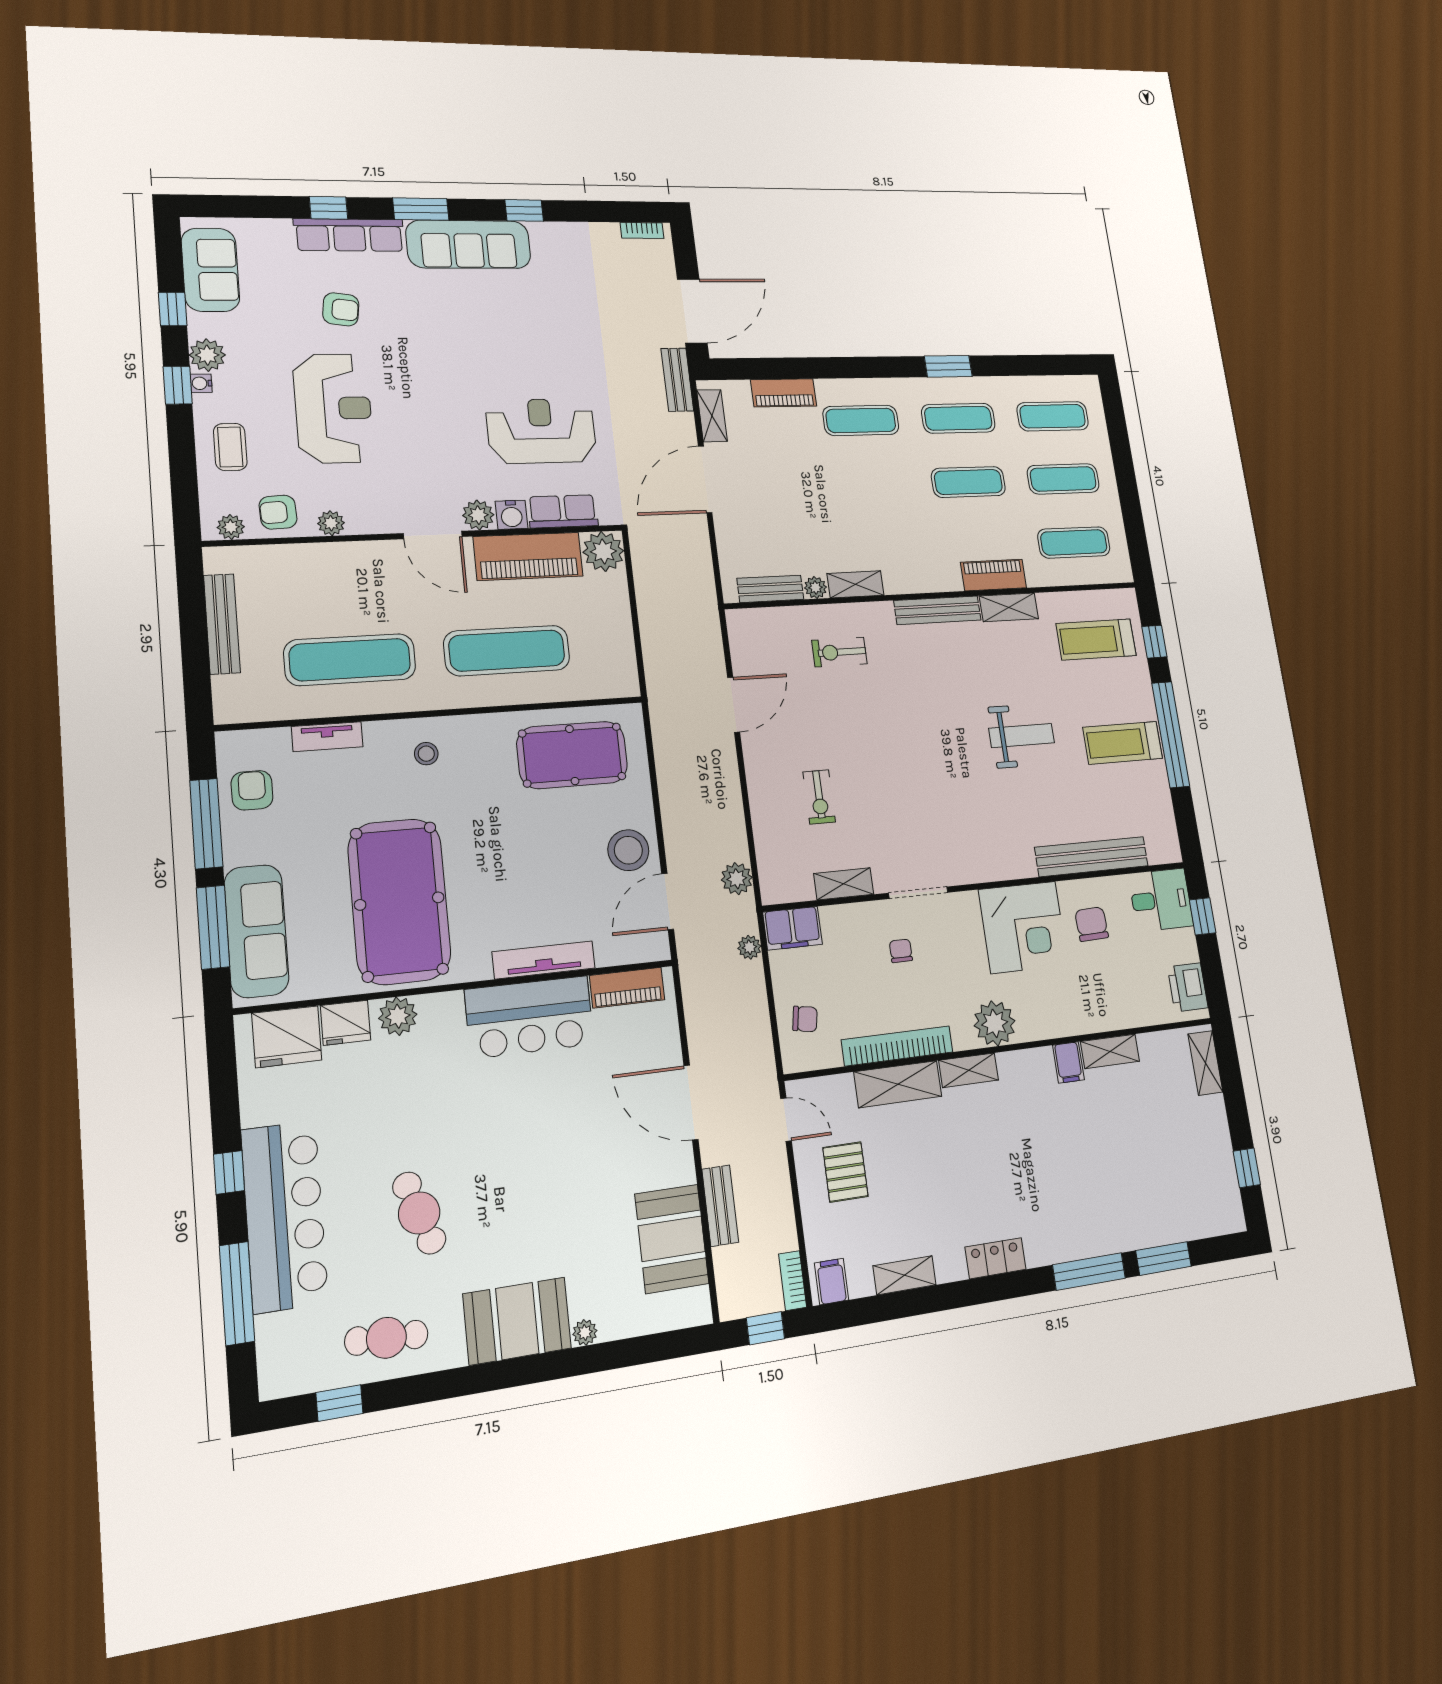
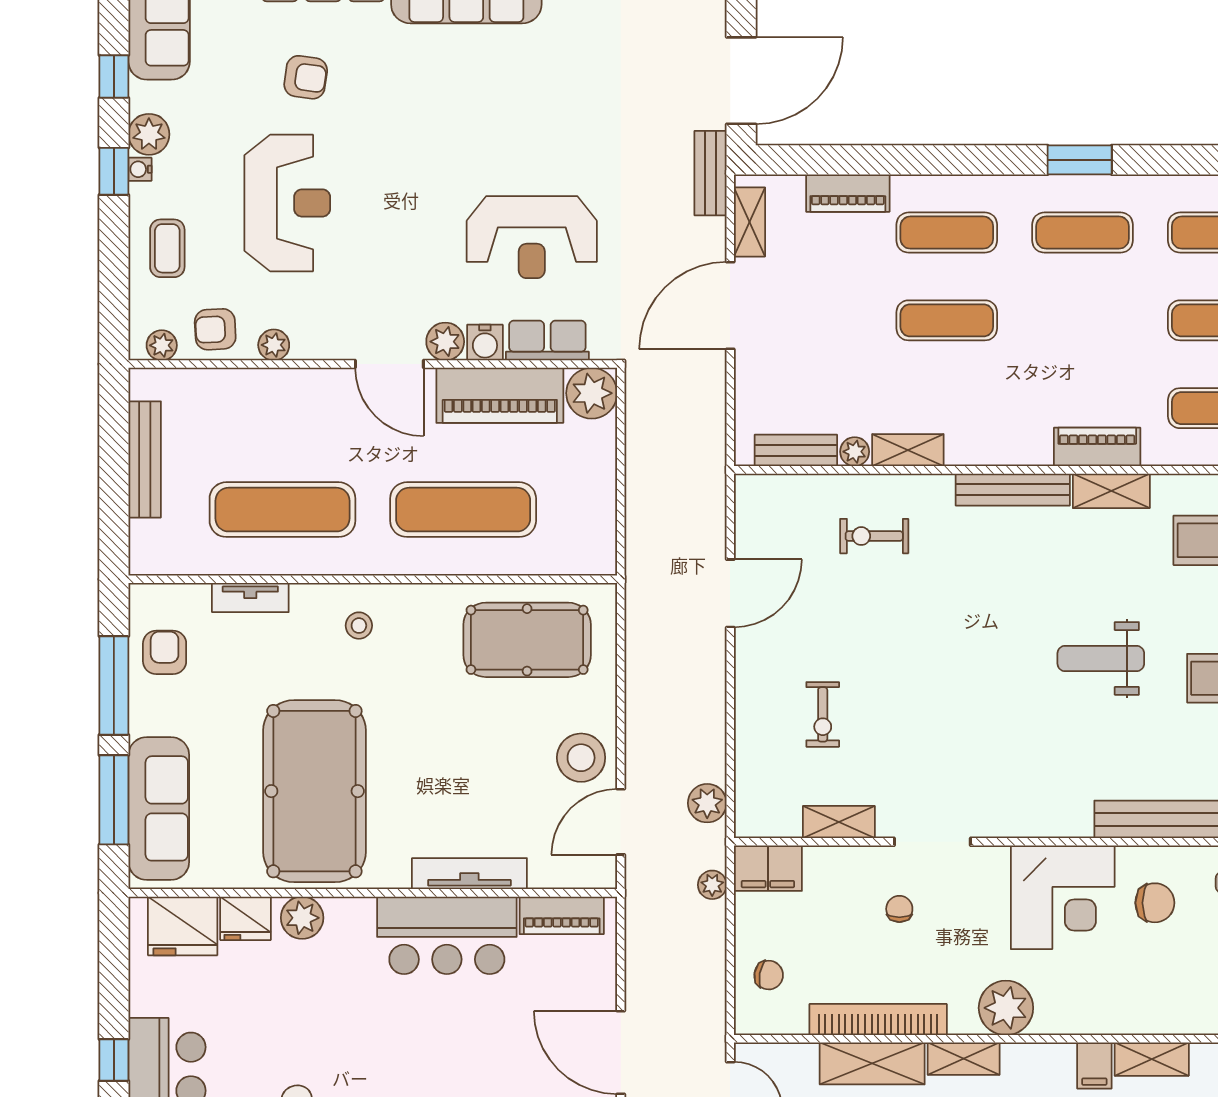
reception desk: (541, 431) -> (532, 237), turned 180
exercise mat: (968, 482) -> (947, 320), moved
weight bench: (1022, 735) -> (1101, 658), turned 180
chair: (1092, 924) -> (1155, 903), turned 92

